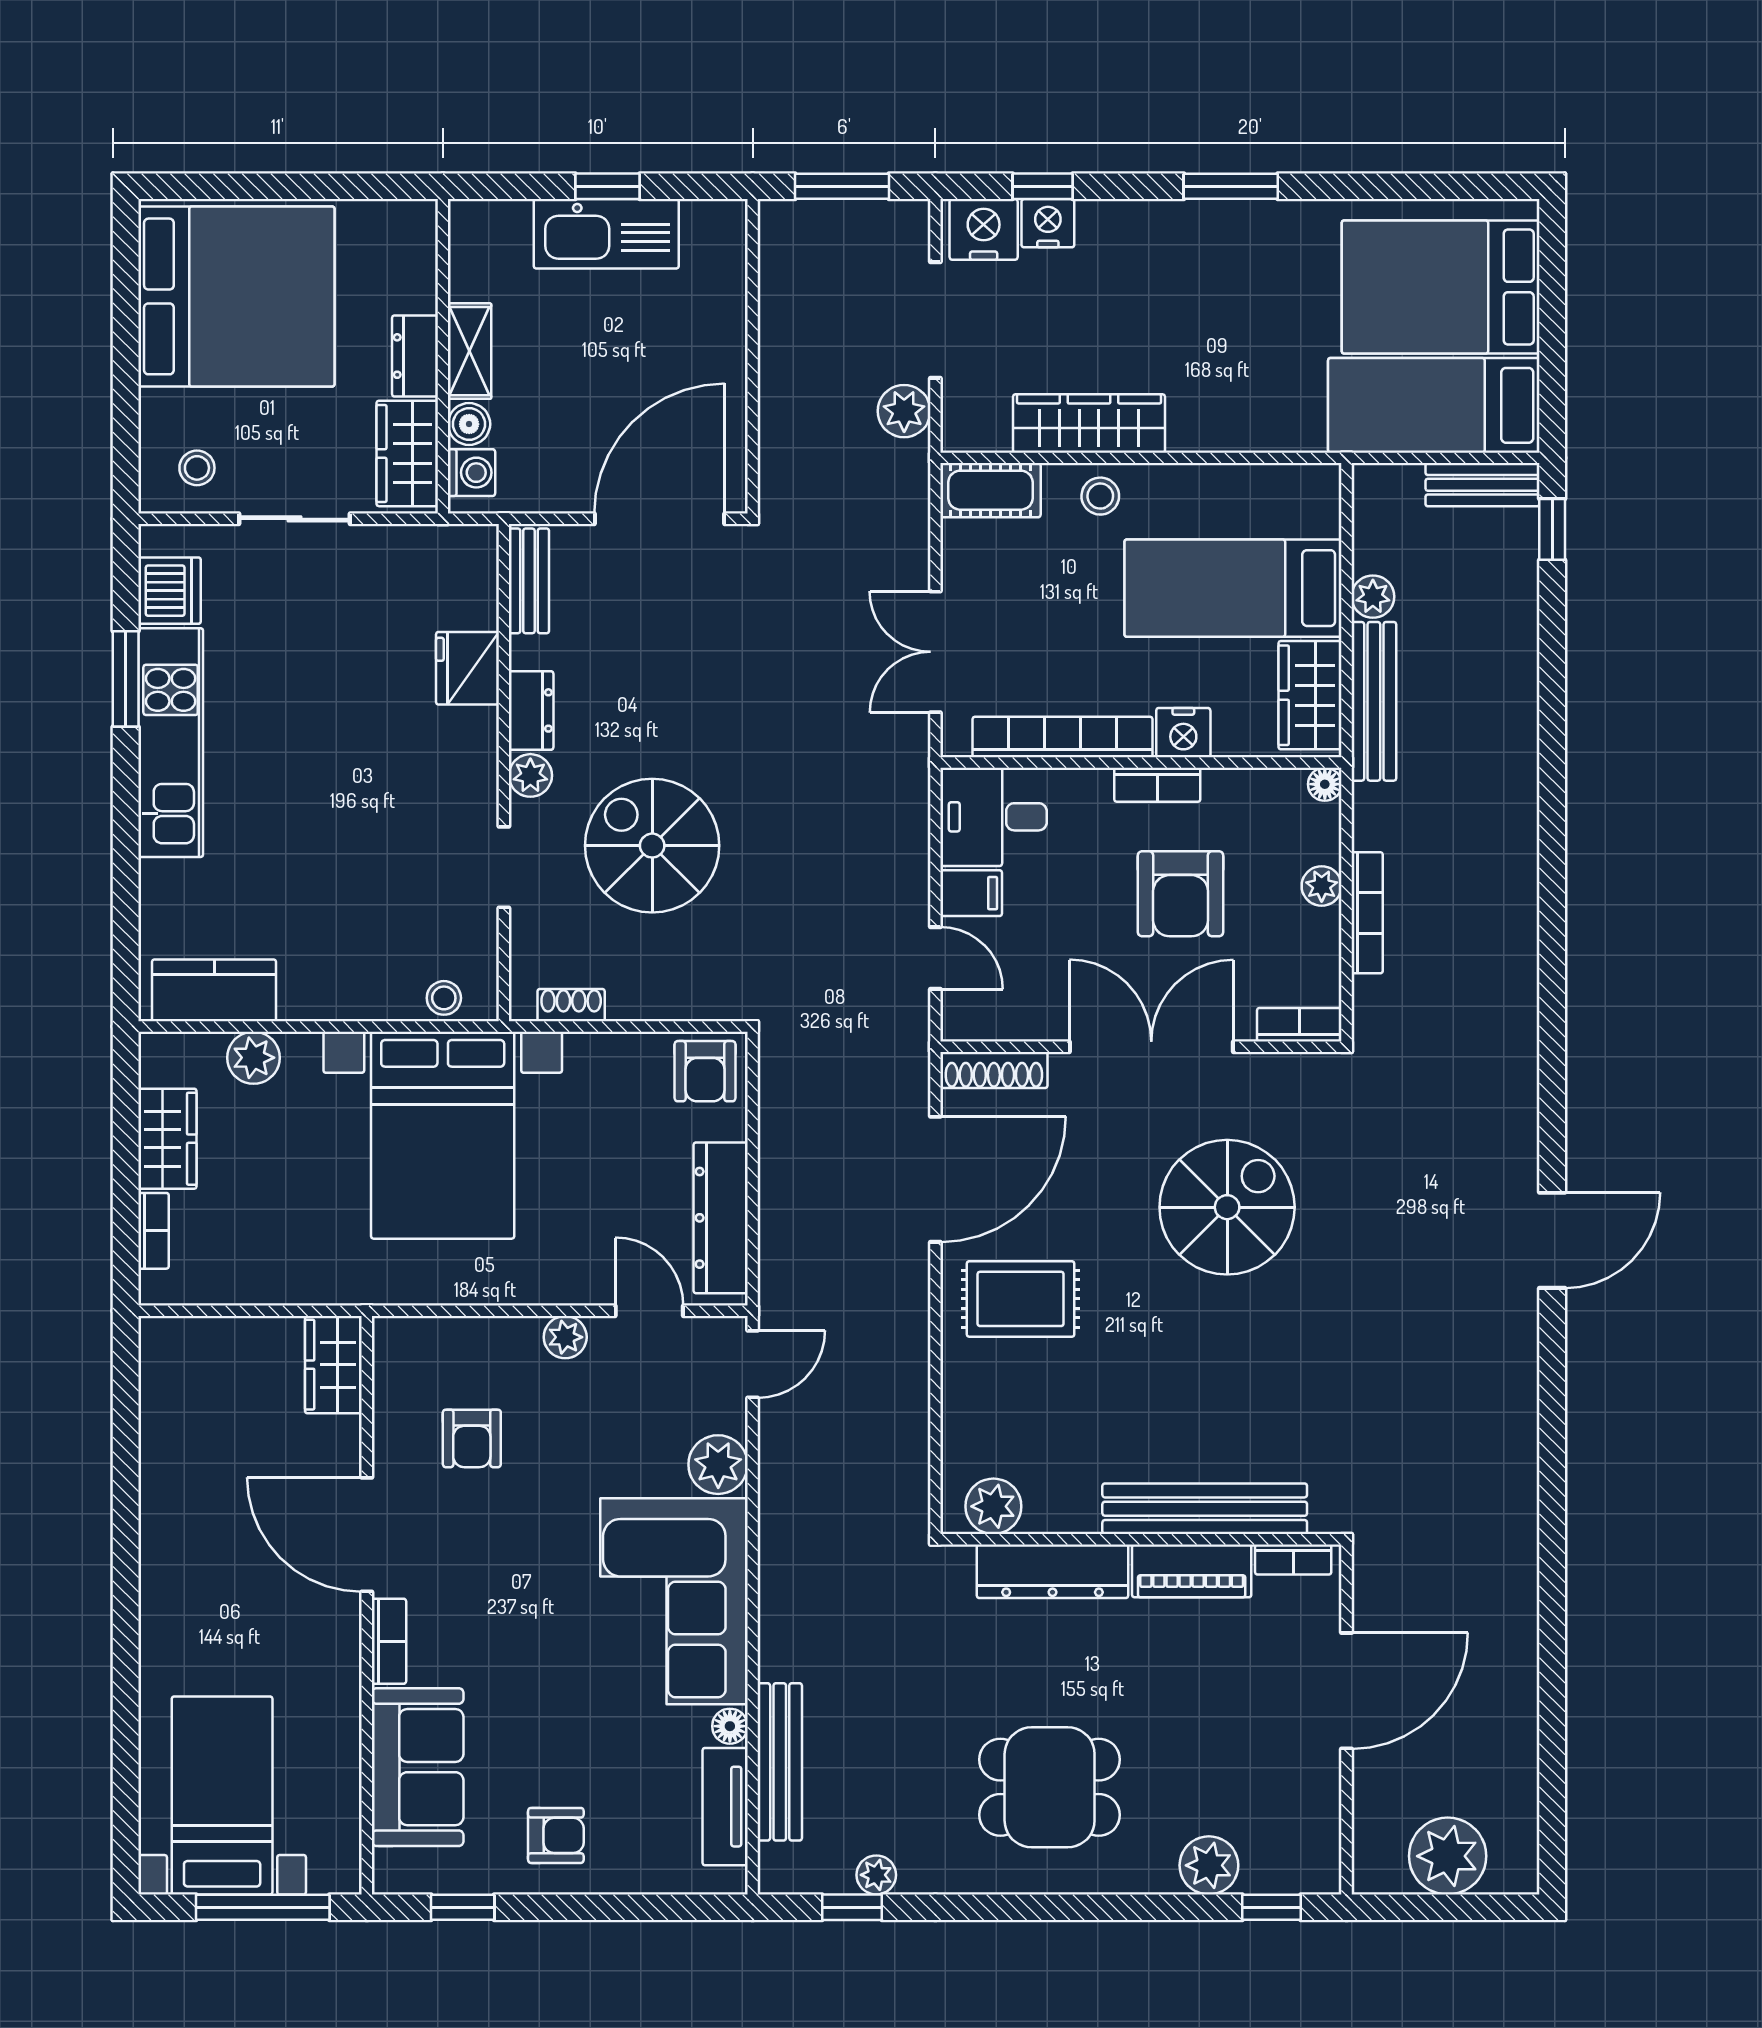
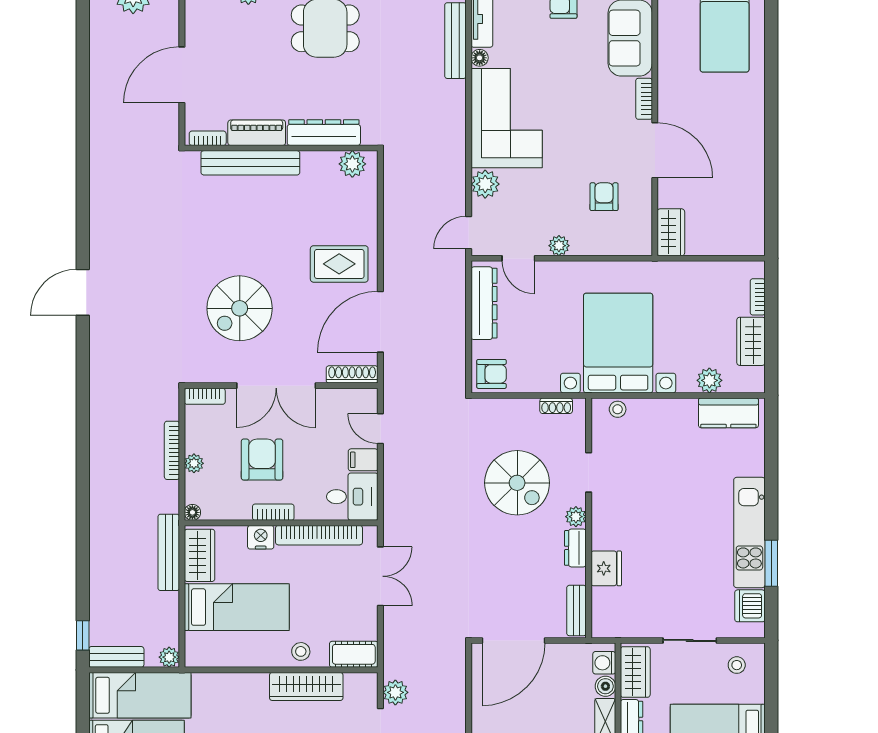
plant: (1373, 597) -> (169, 657), moved
armchair: (705, 1071) -> (492, 374), turned 90

